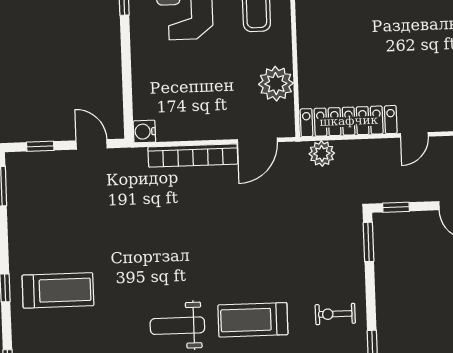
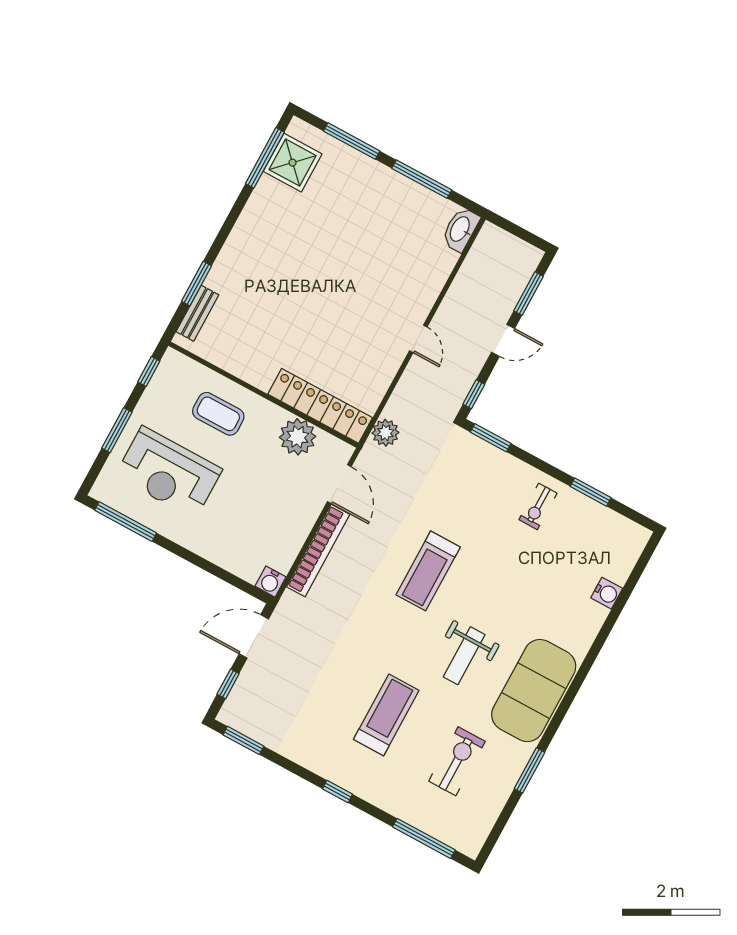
locker: (349, 121) -> (320, 406), moved, turned 90
door: (92, 144) -> (254, 636), width x1.38
treadmill: (58, 290) -> (386, 715), moved
treadmill: (253, 320) -> (428, 571), moved

